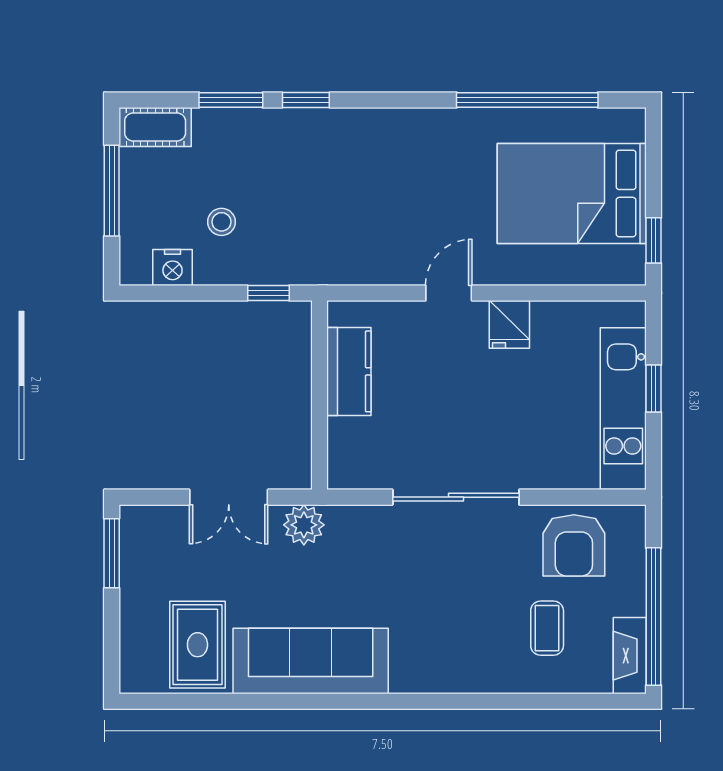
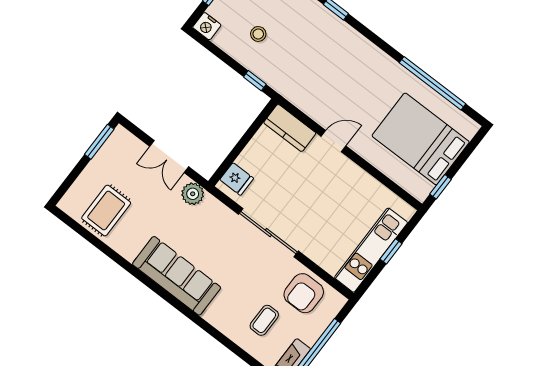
nightstand: (173, 267) -> (207, 26), moved
fridge: (509, 324) -> (237, 179), moved, turned -90
kitchen counter: (349, 371) -> (290, 128), moved, turned 90
sofa: (311, 661) -> (177, 276), moved

